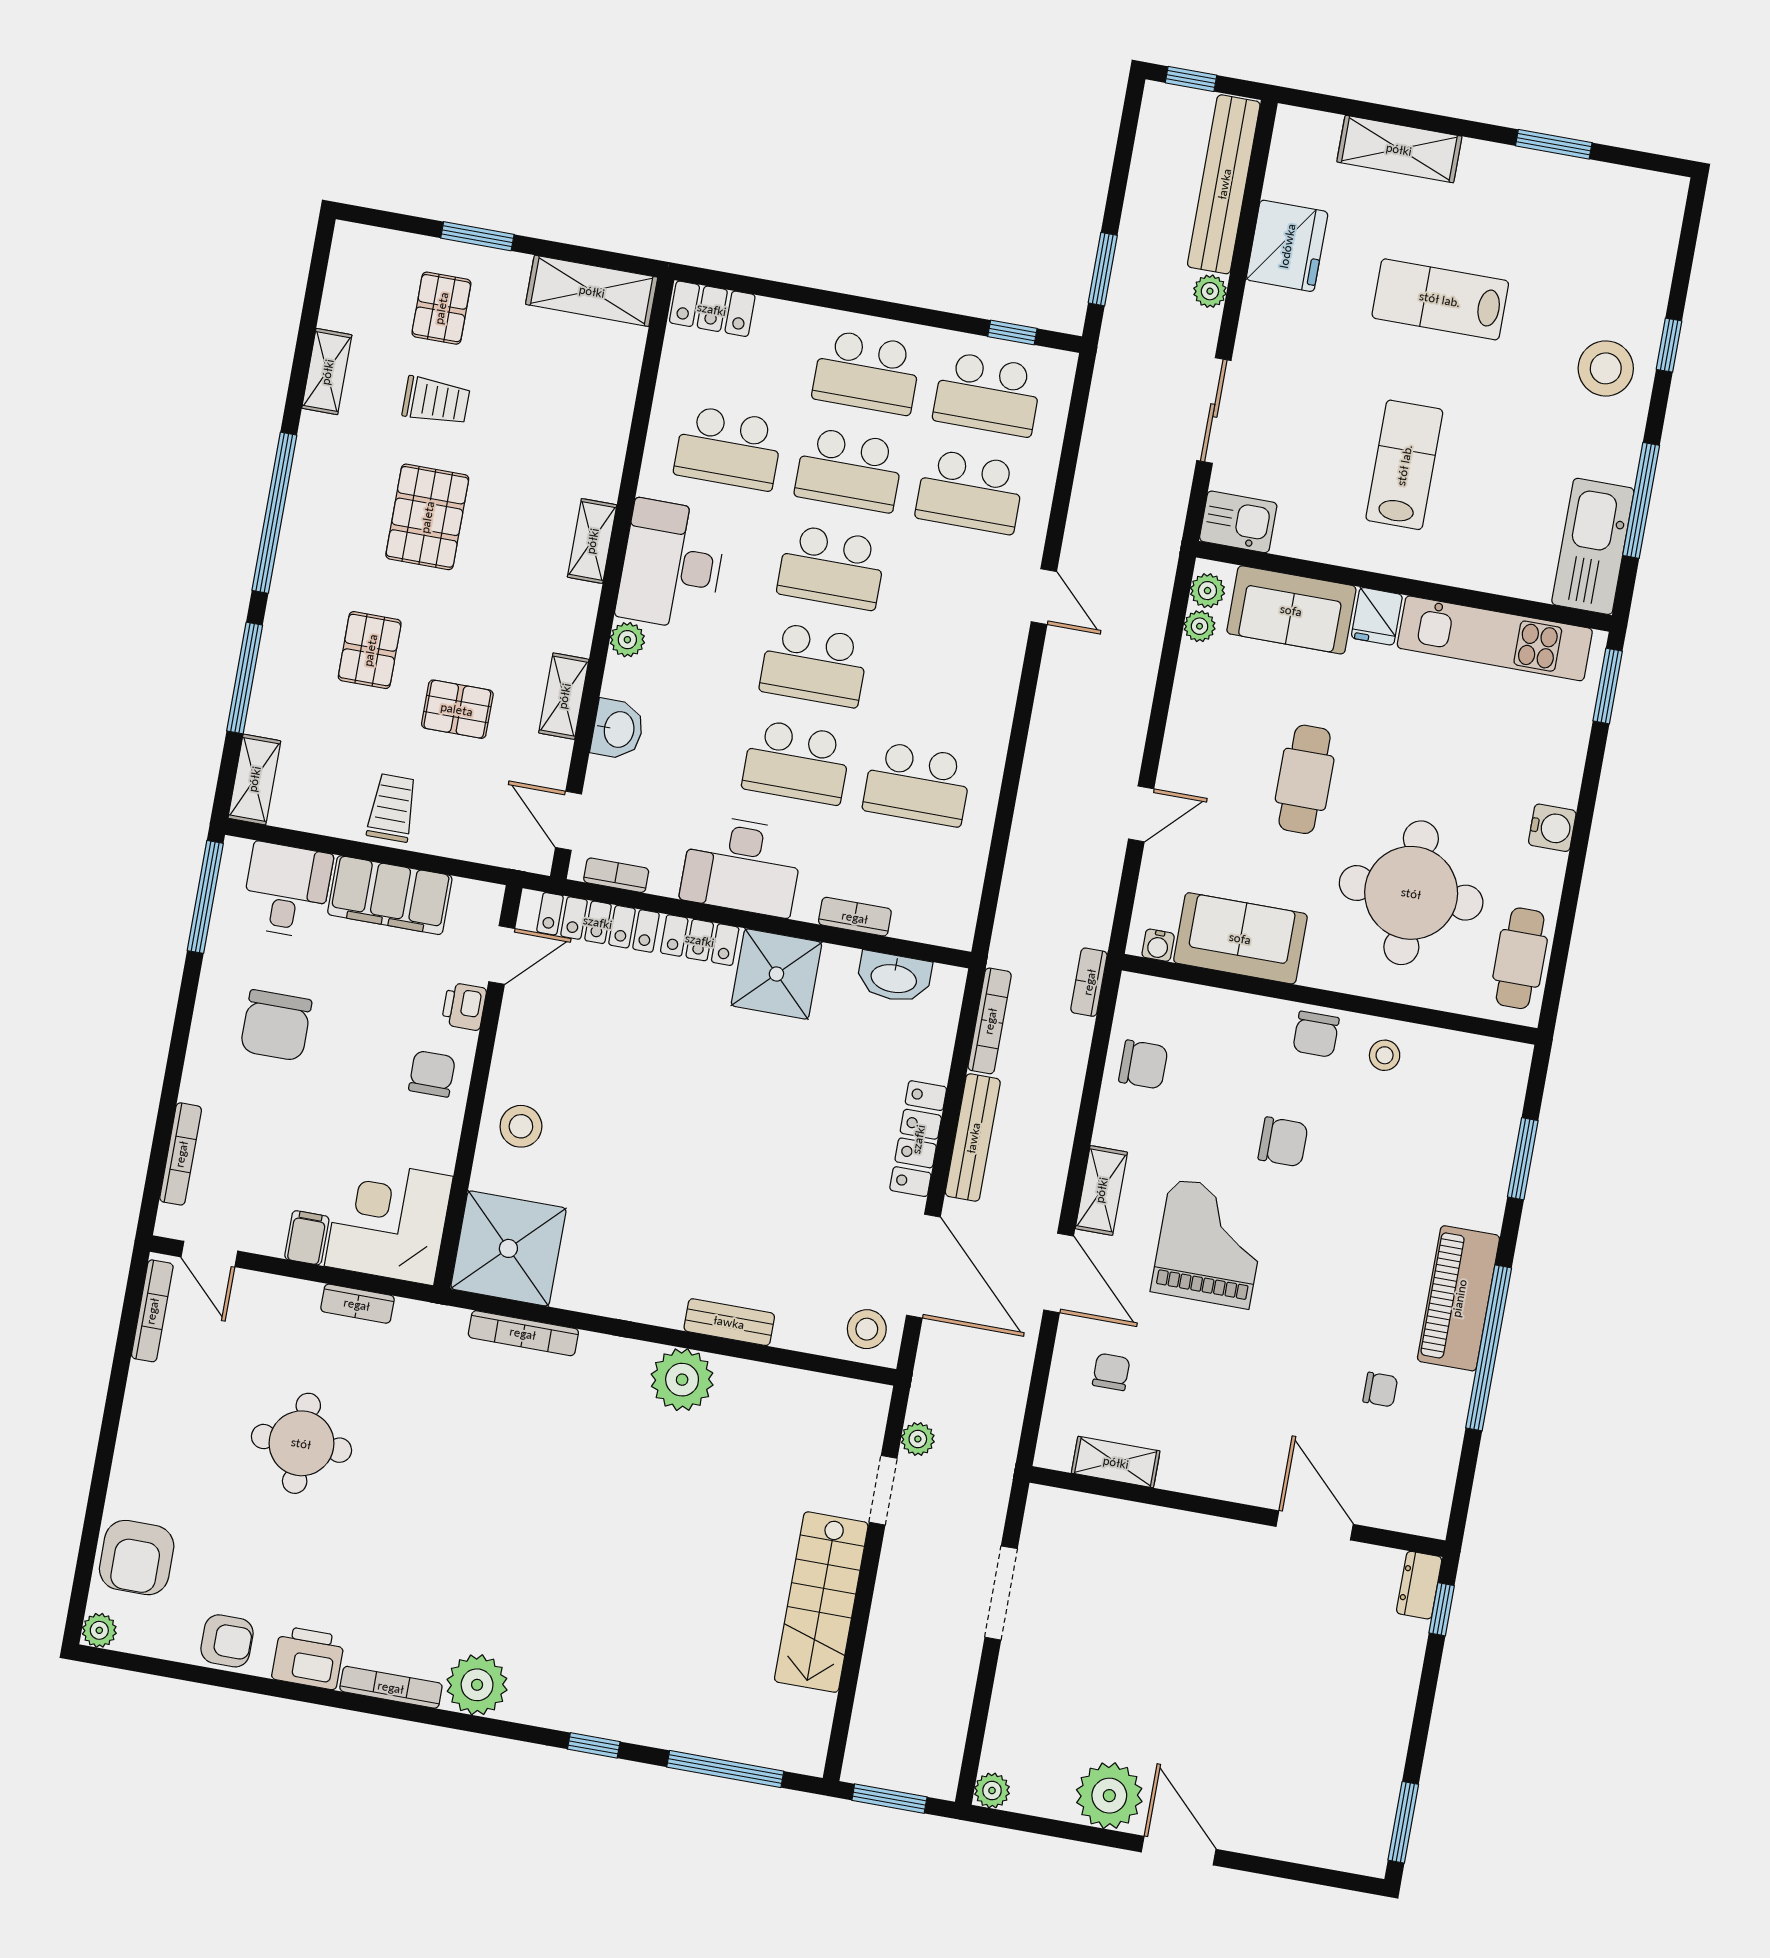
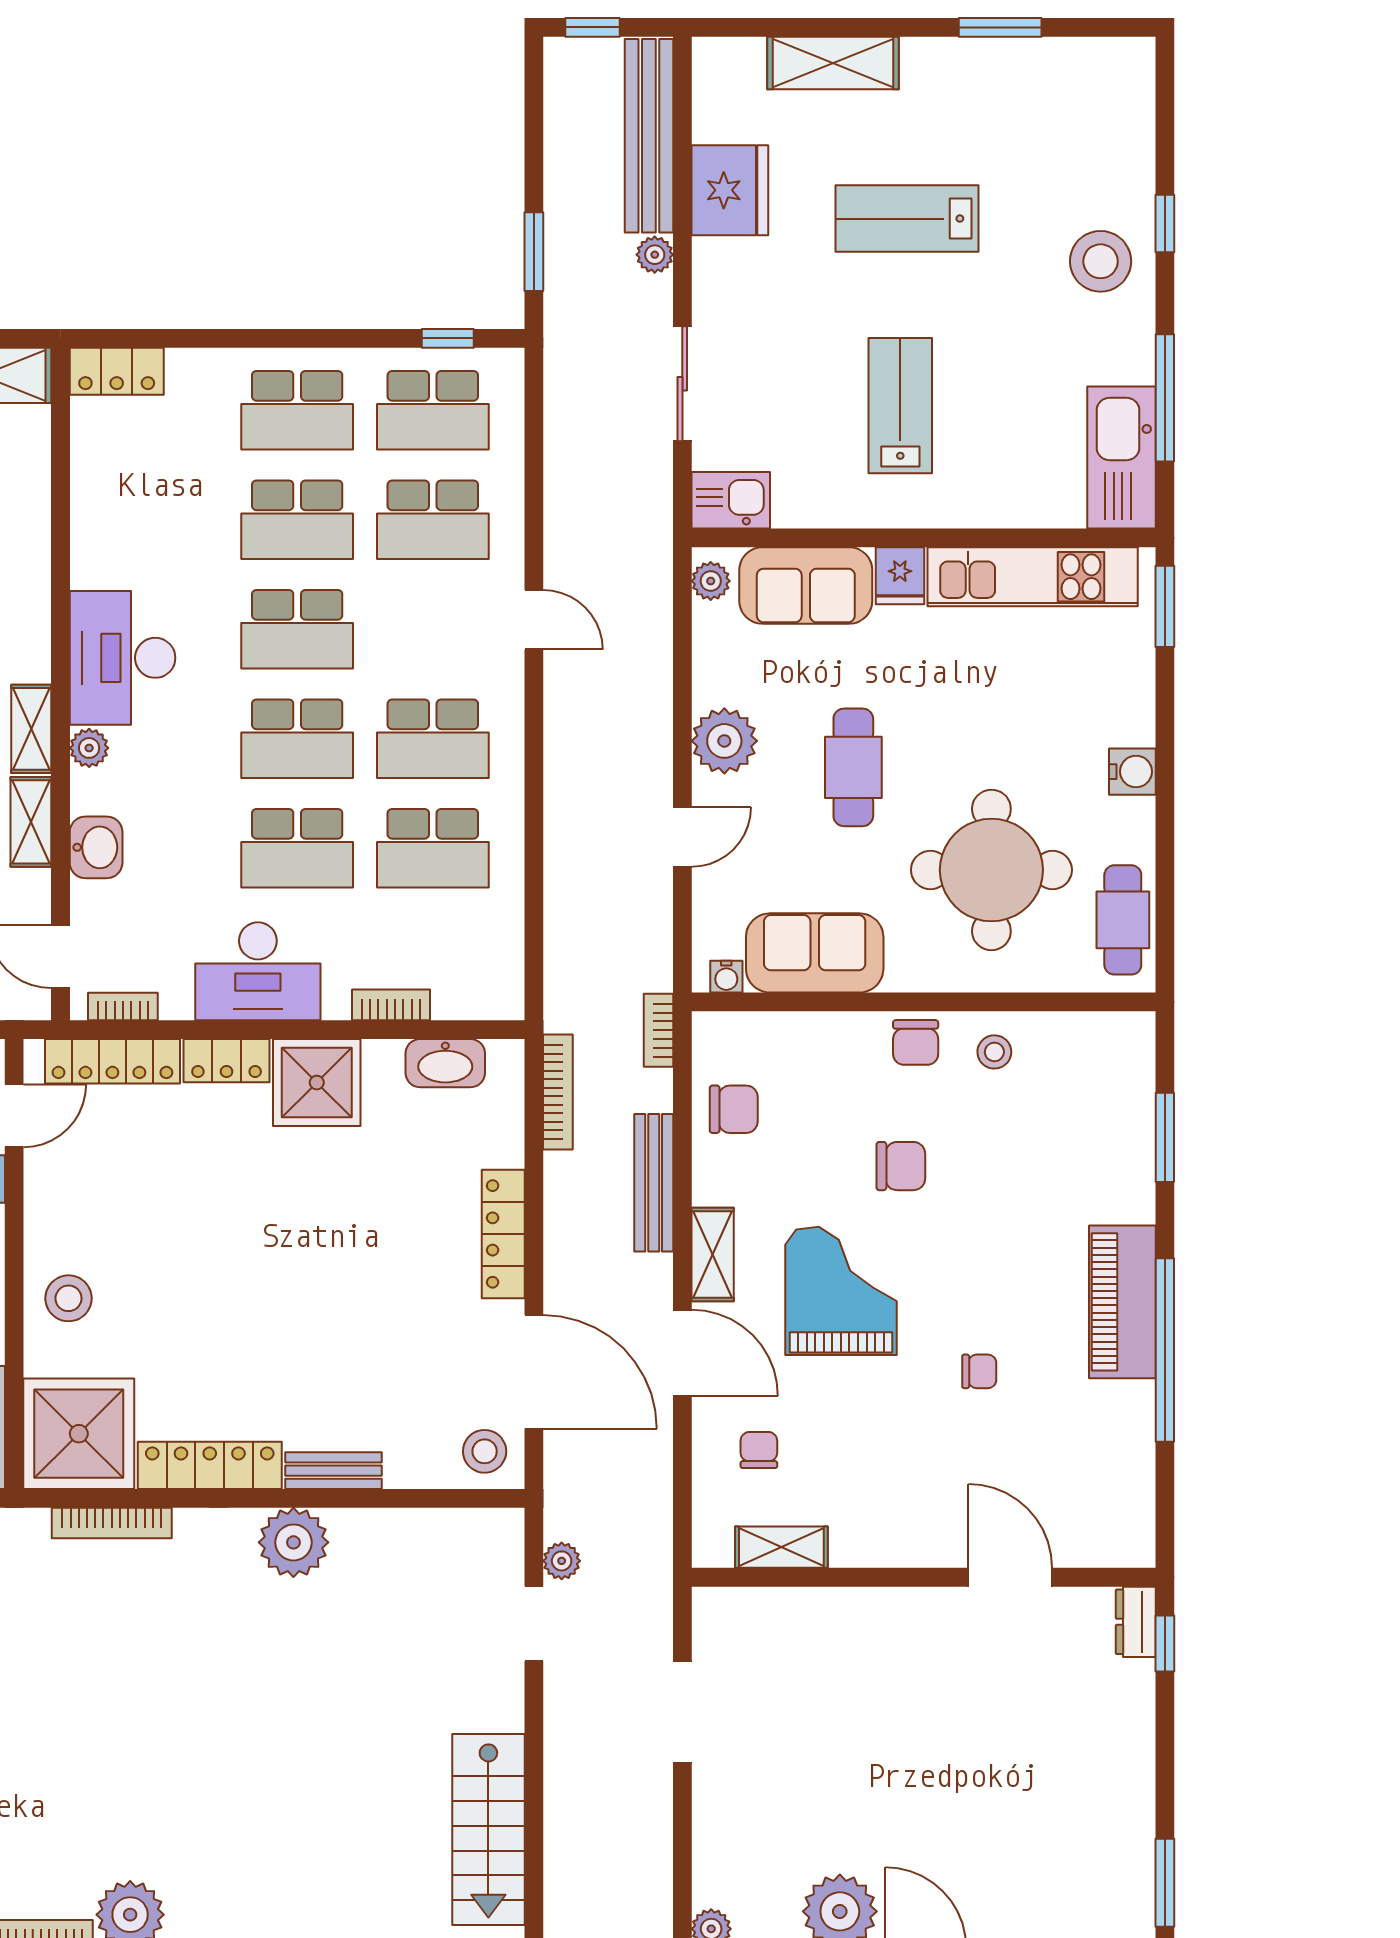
school desk: (728, 448) -> (433, 739), moved
shelving: (592, 541) -> (31, 729), moved
plant: (1200, 626) -> (724, 741), moved, width x1.88, depth x1.88
bench: (973, 1138) -> (654, 1183), moved
locker: (620, 1298) -> (210, 1465), added
chair: (1380, 1390) -> (979, 1371), moved
stairs: (821, 1602) -> (488, 1829), moved

